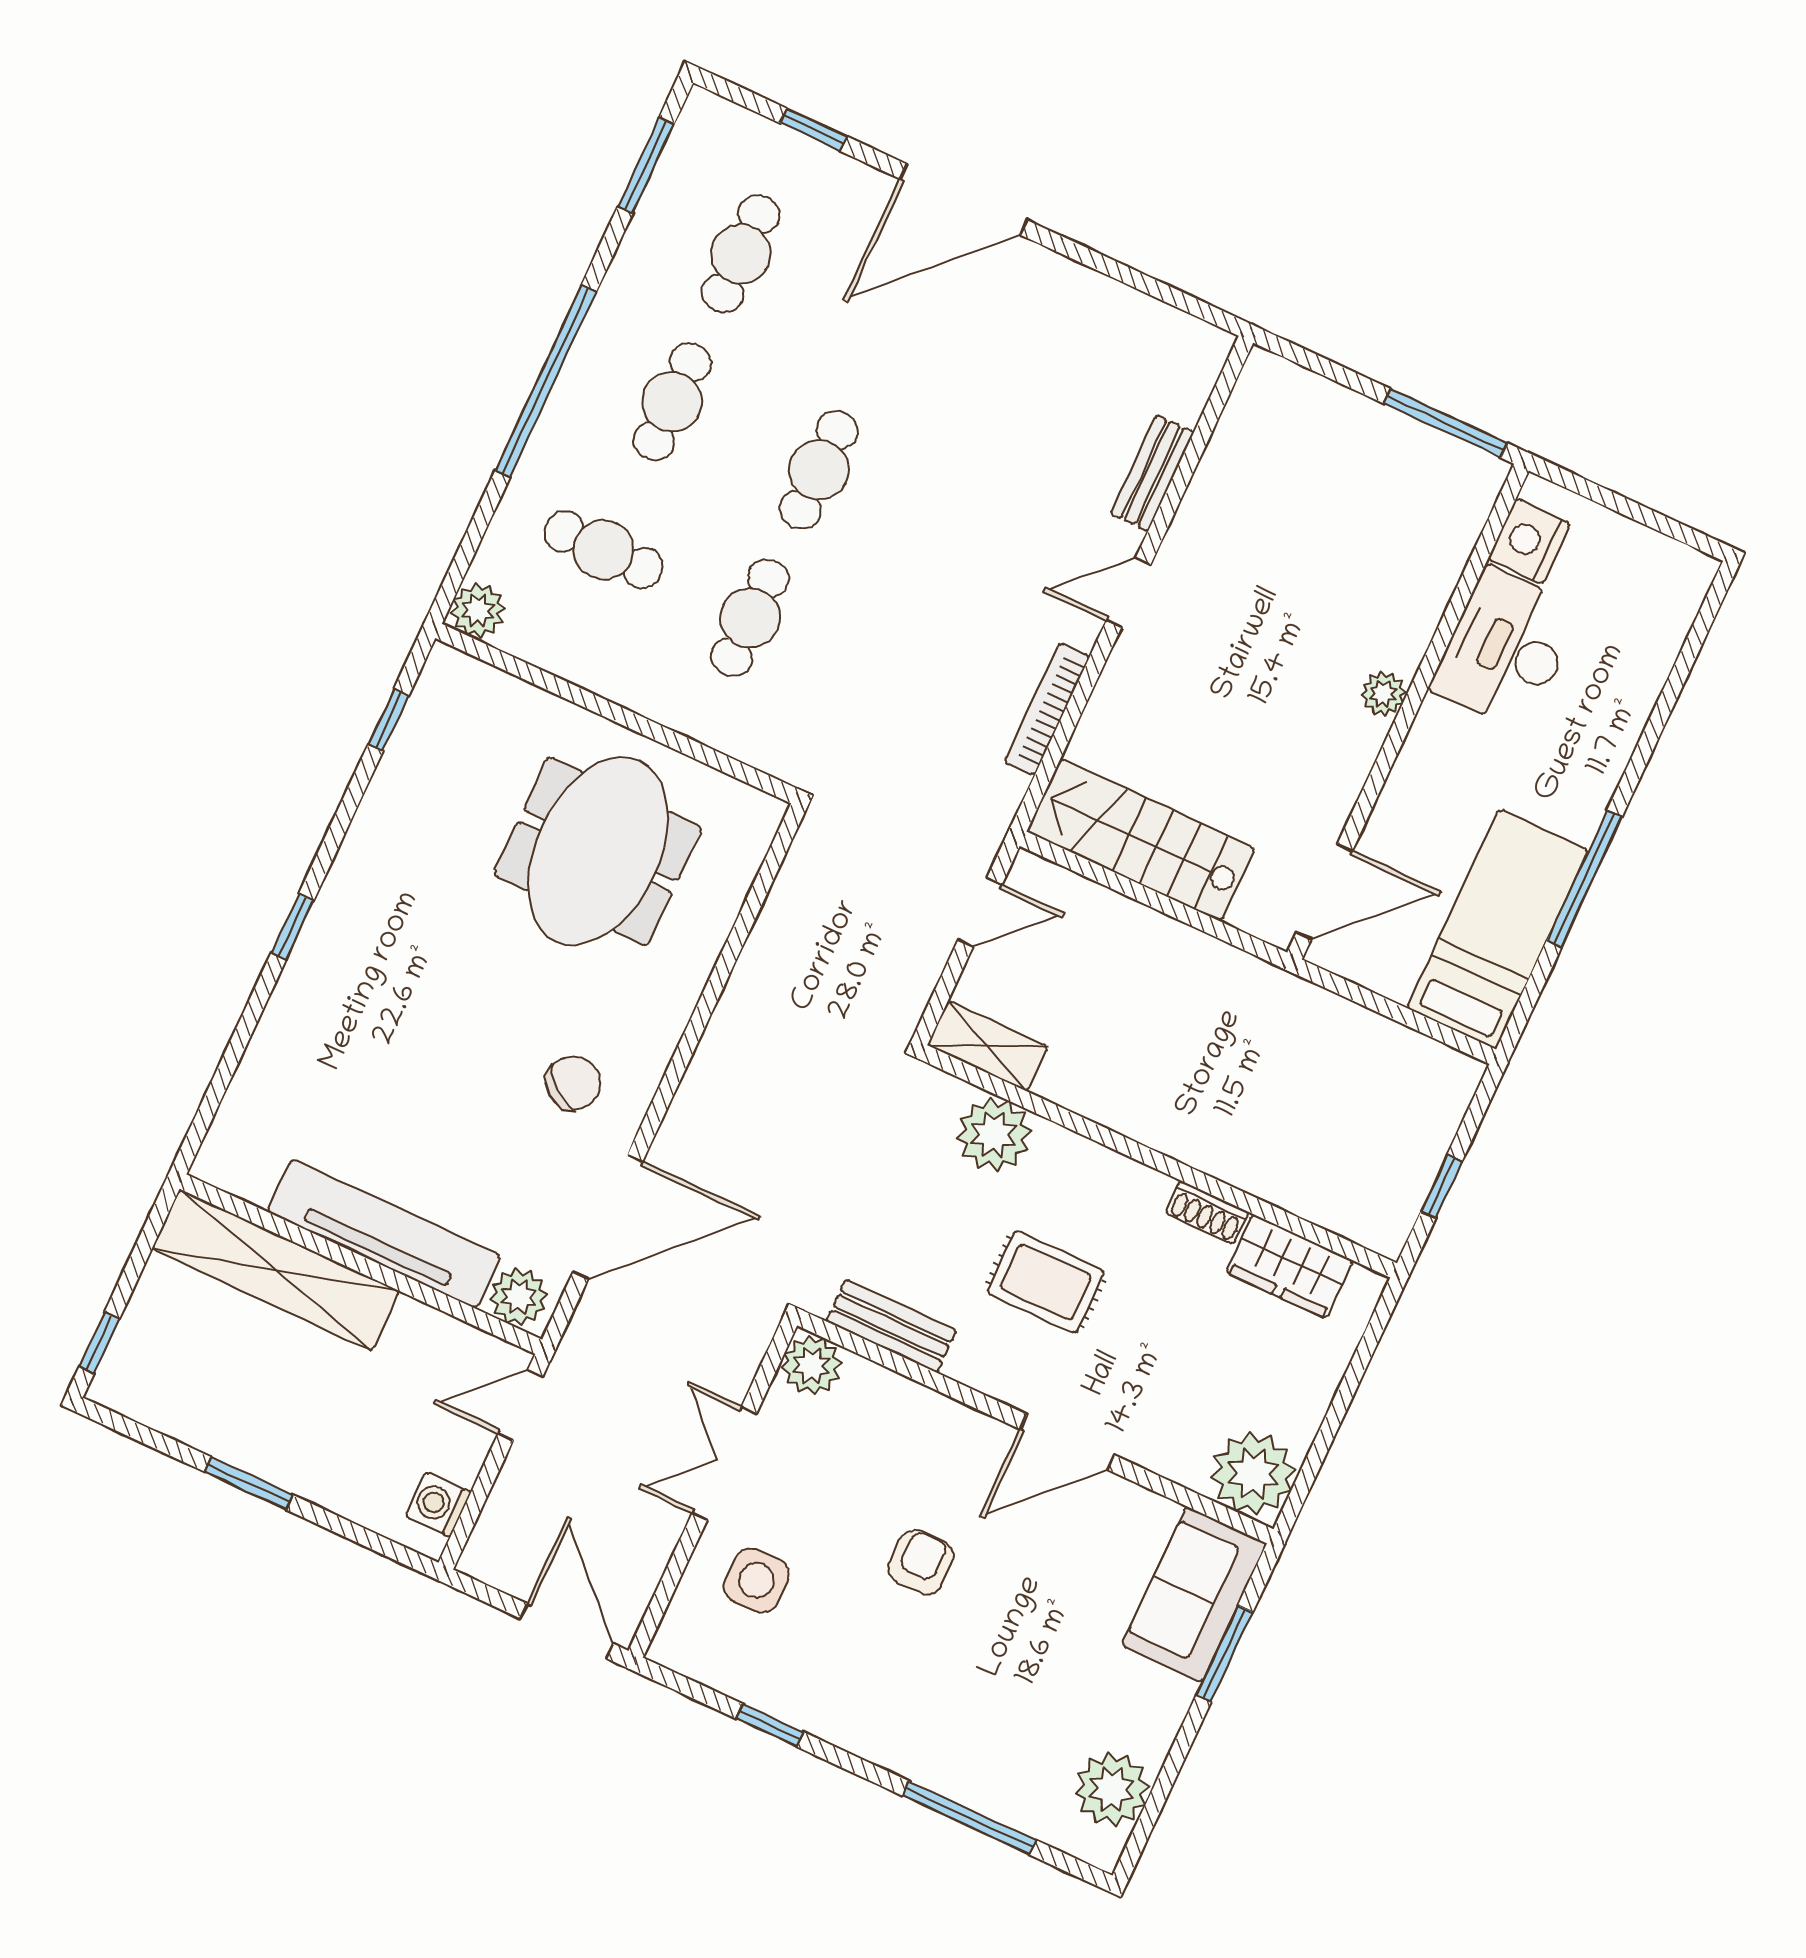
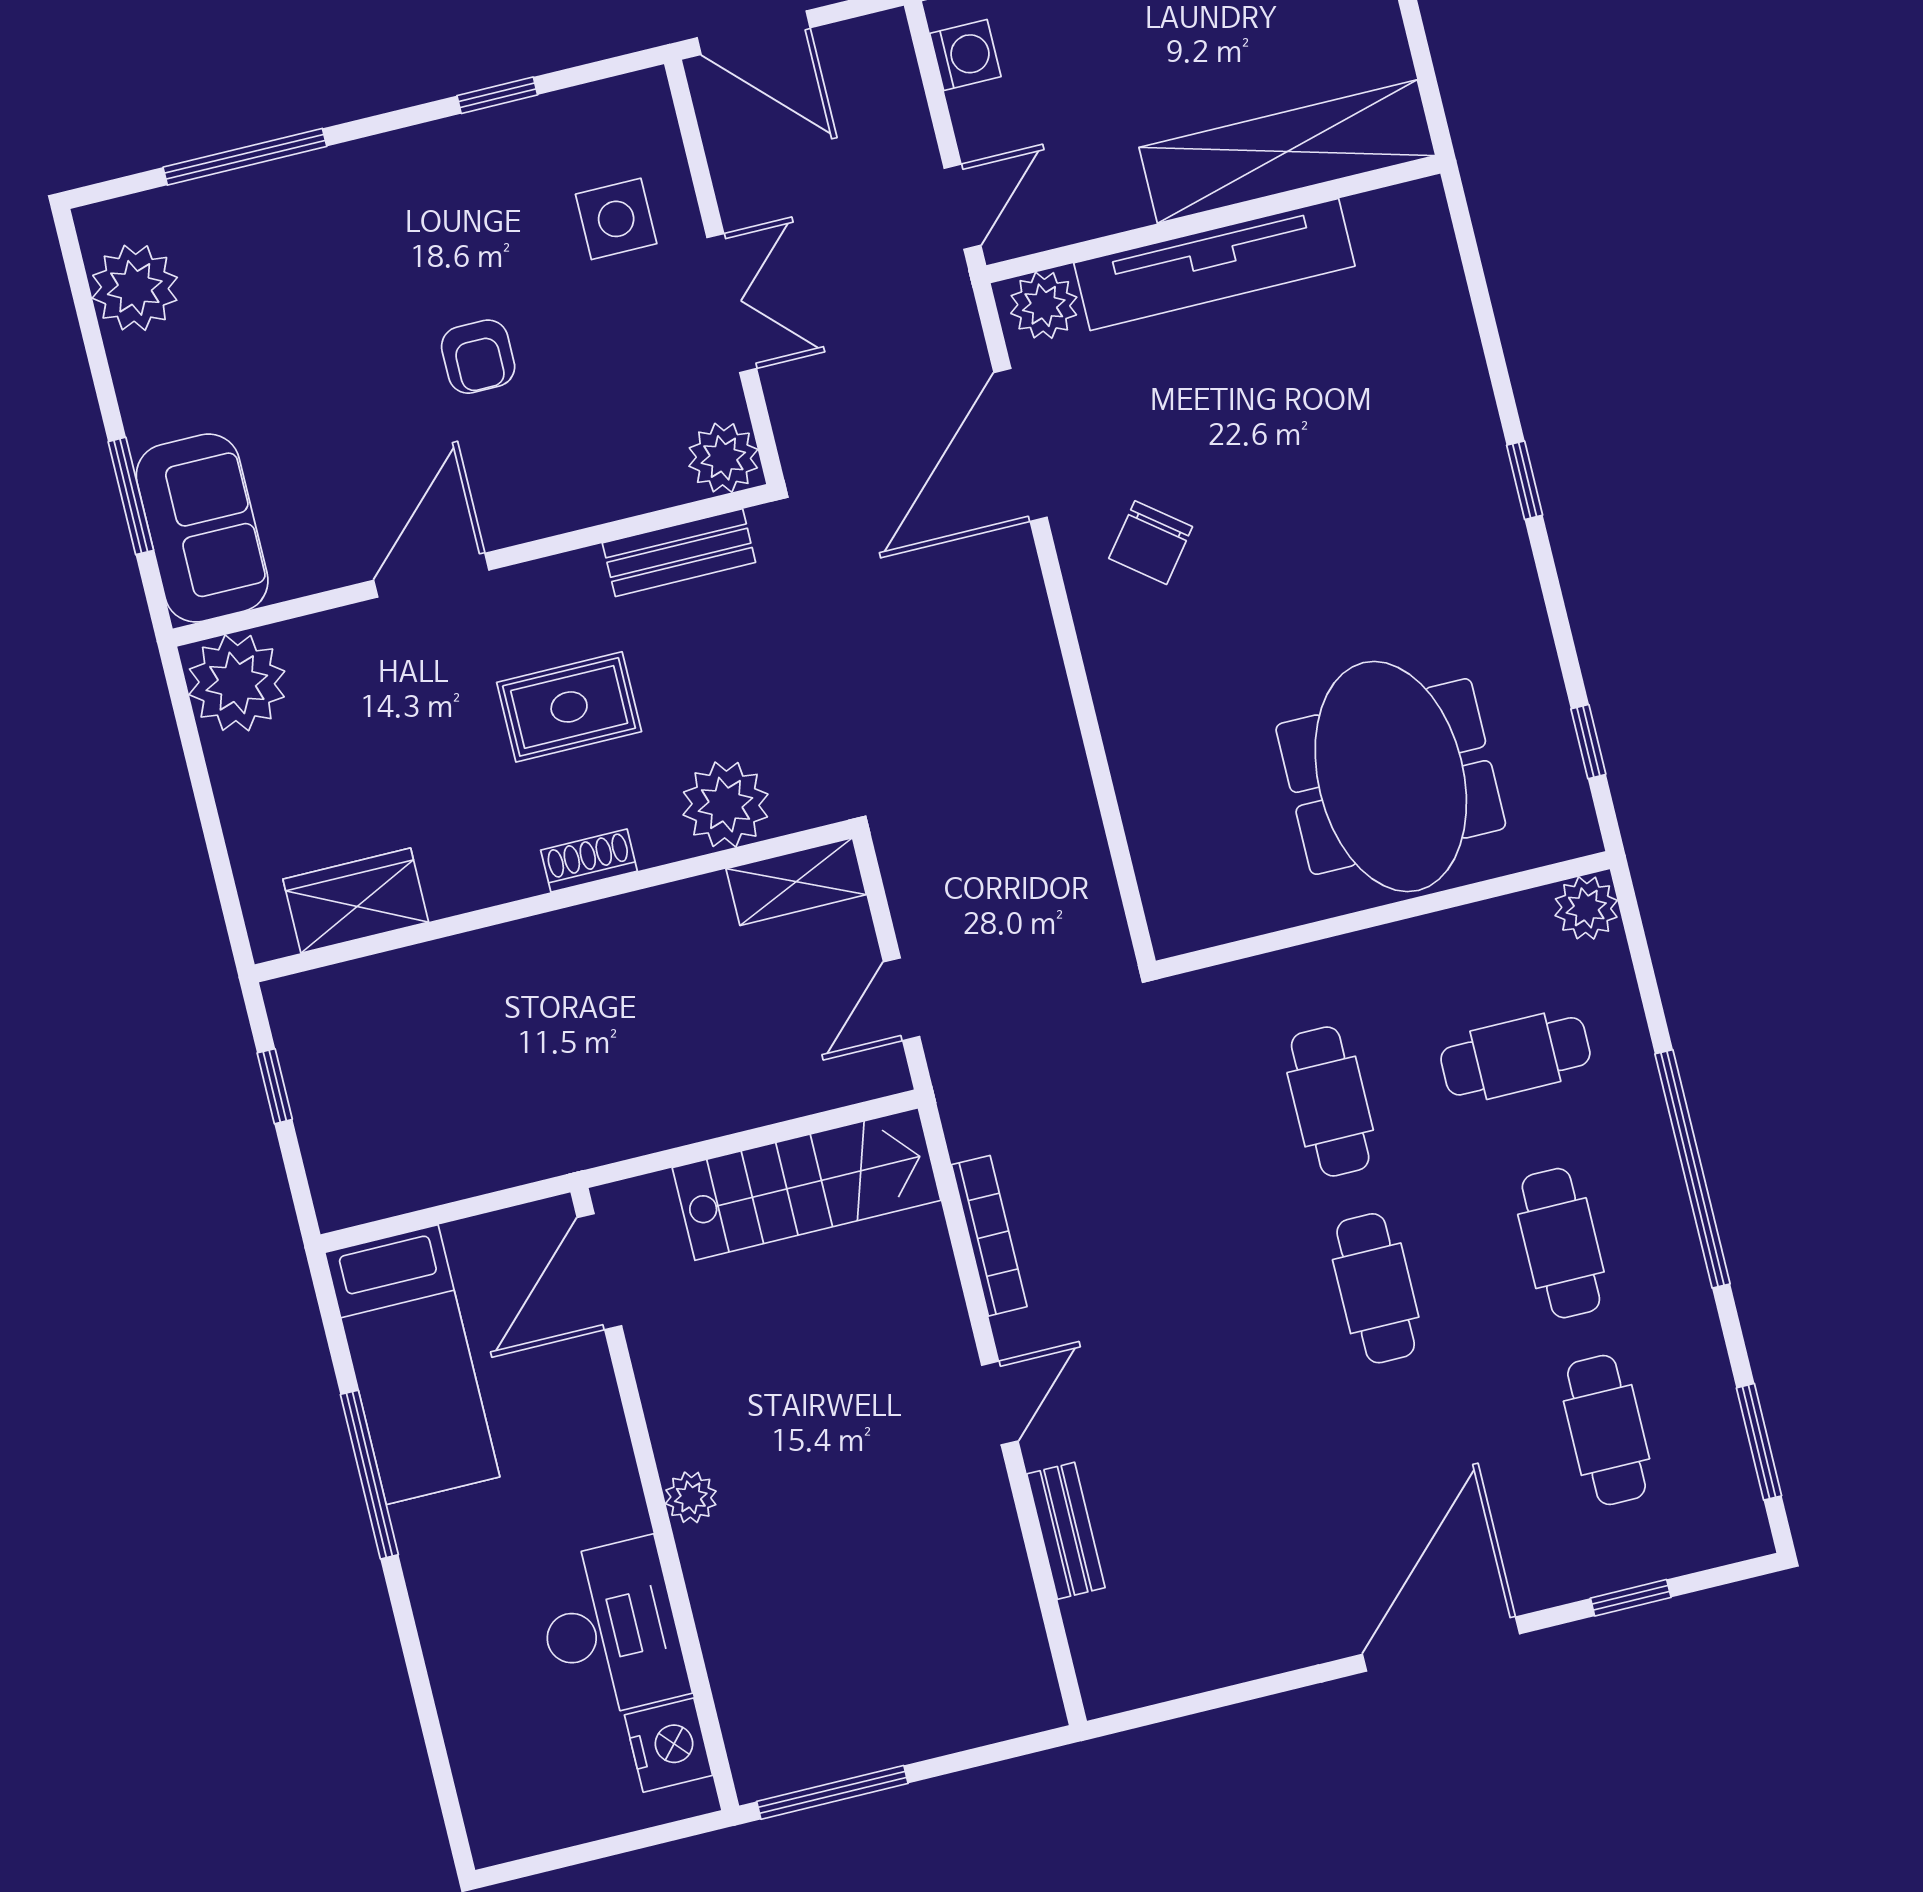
meeting table: (598, 851) -> (1391, 777), moved
shoe rack: (1207, 1213) -> (589, 861), moved

